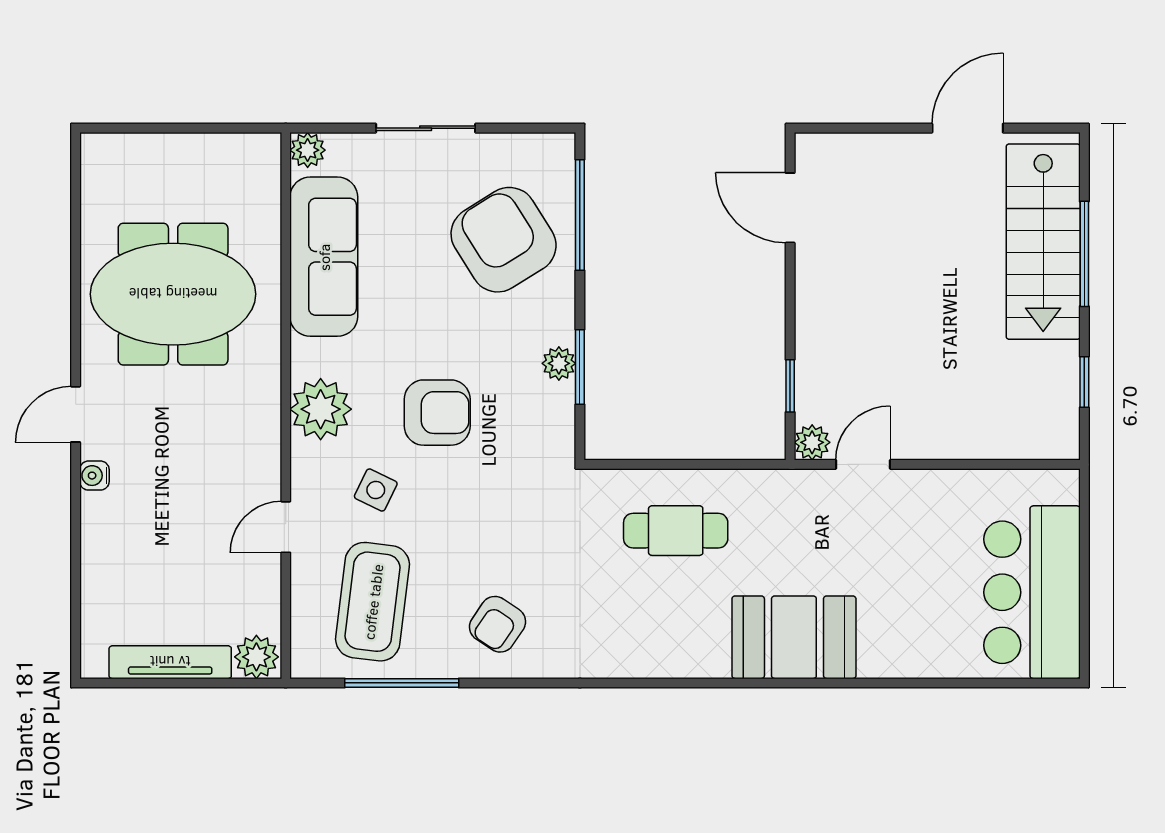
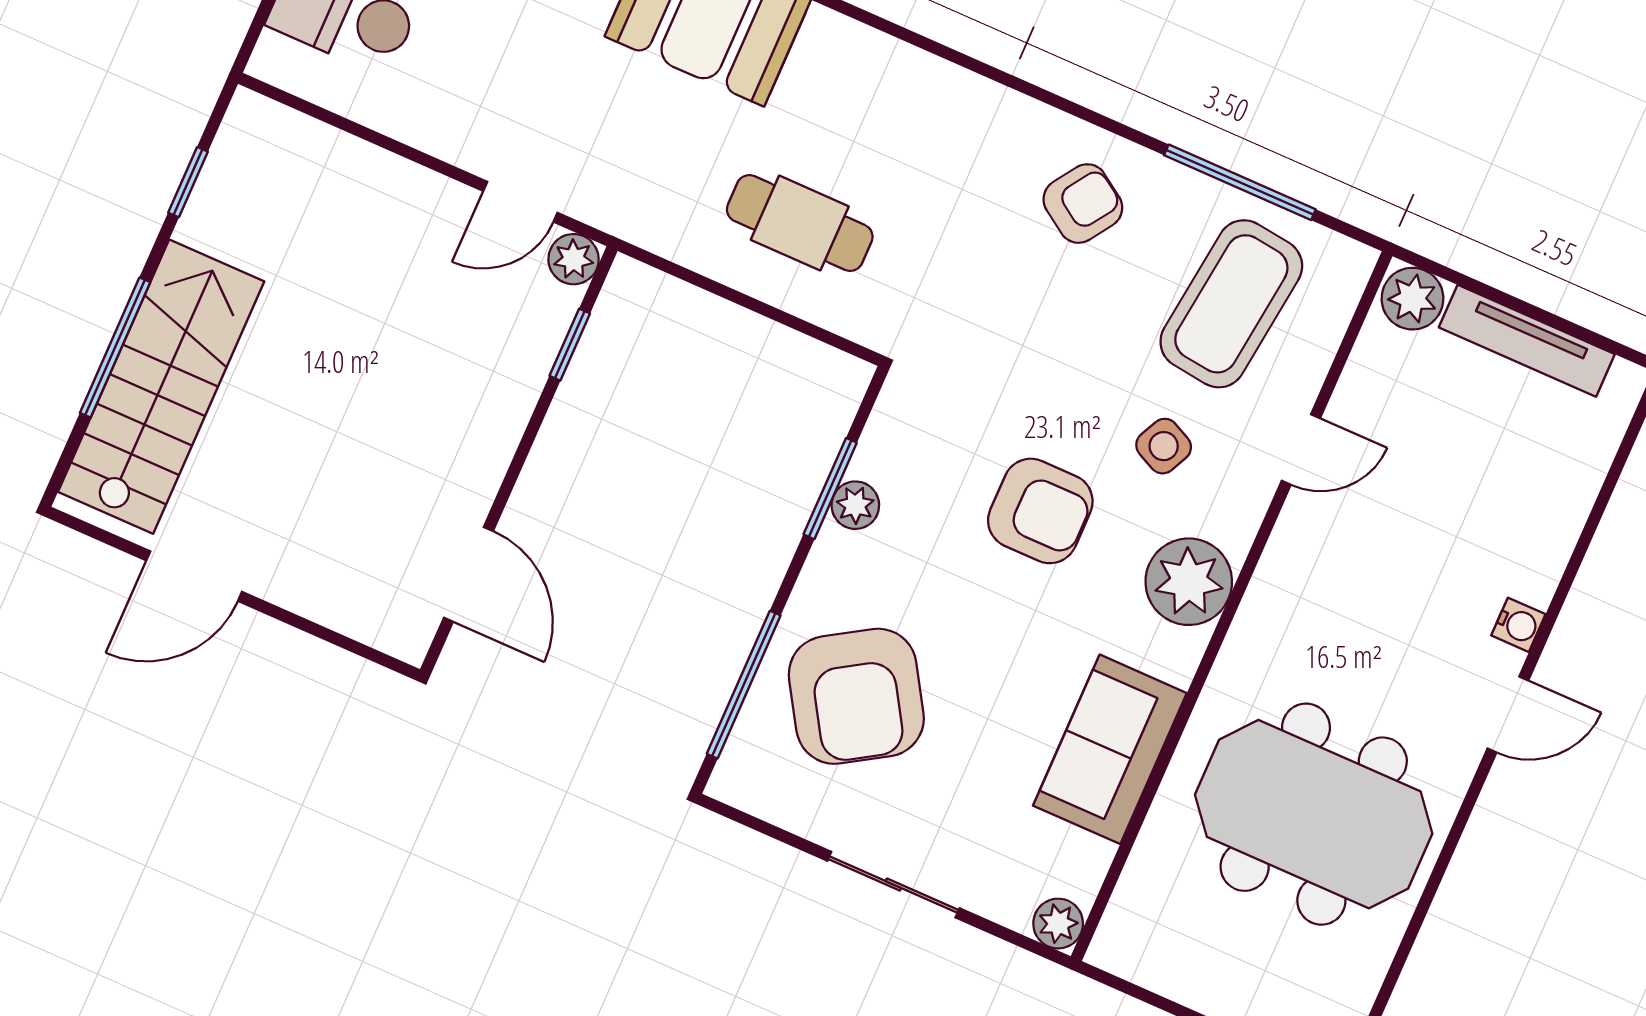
sofa: (324, 257) -> (1110, 749), width x0.73
armchair: (437, 413) -> (1040, 511), turned 180

